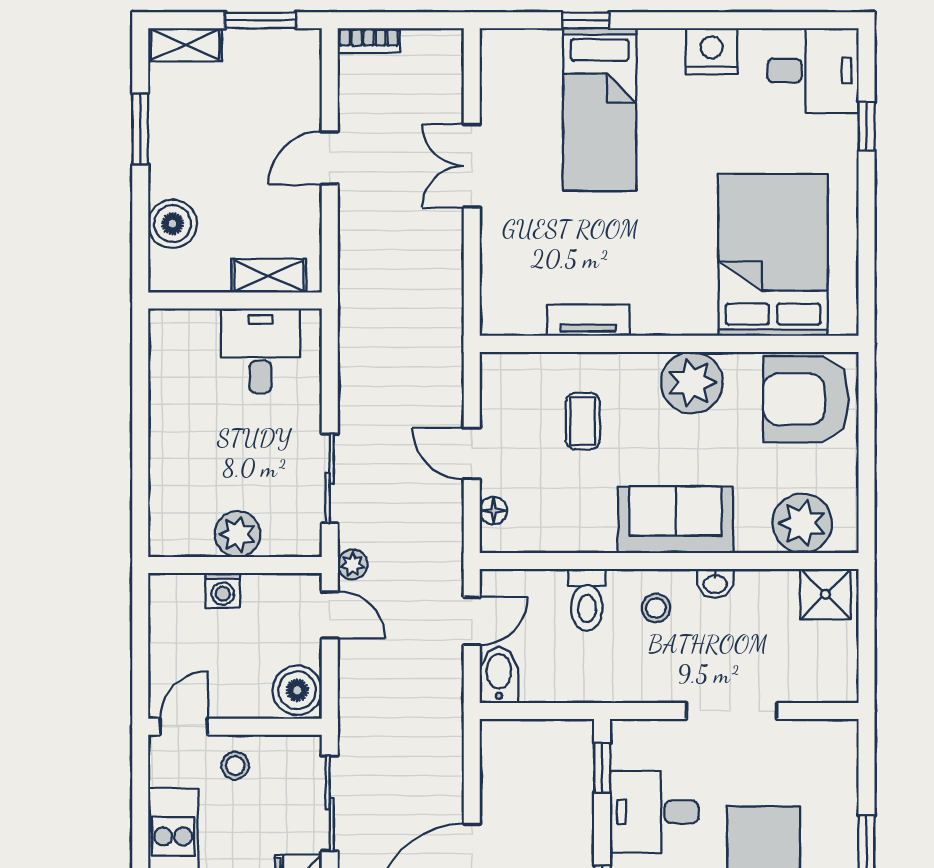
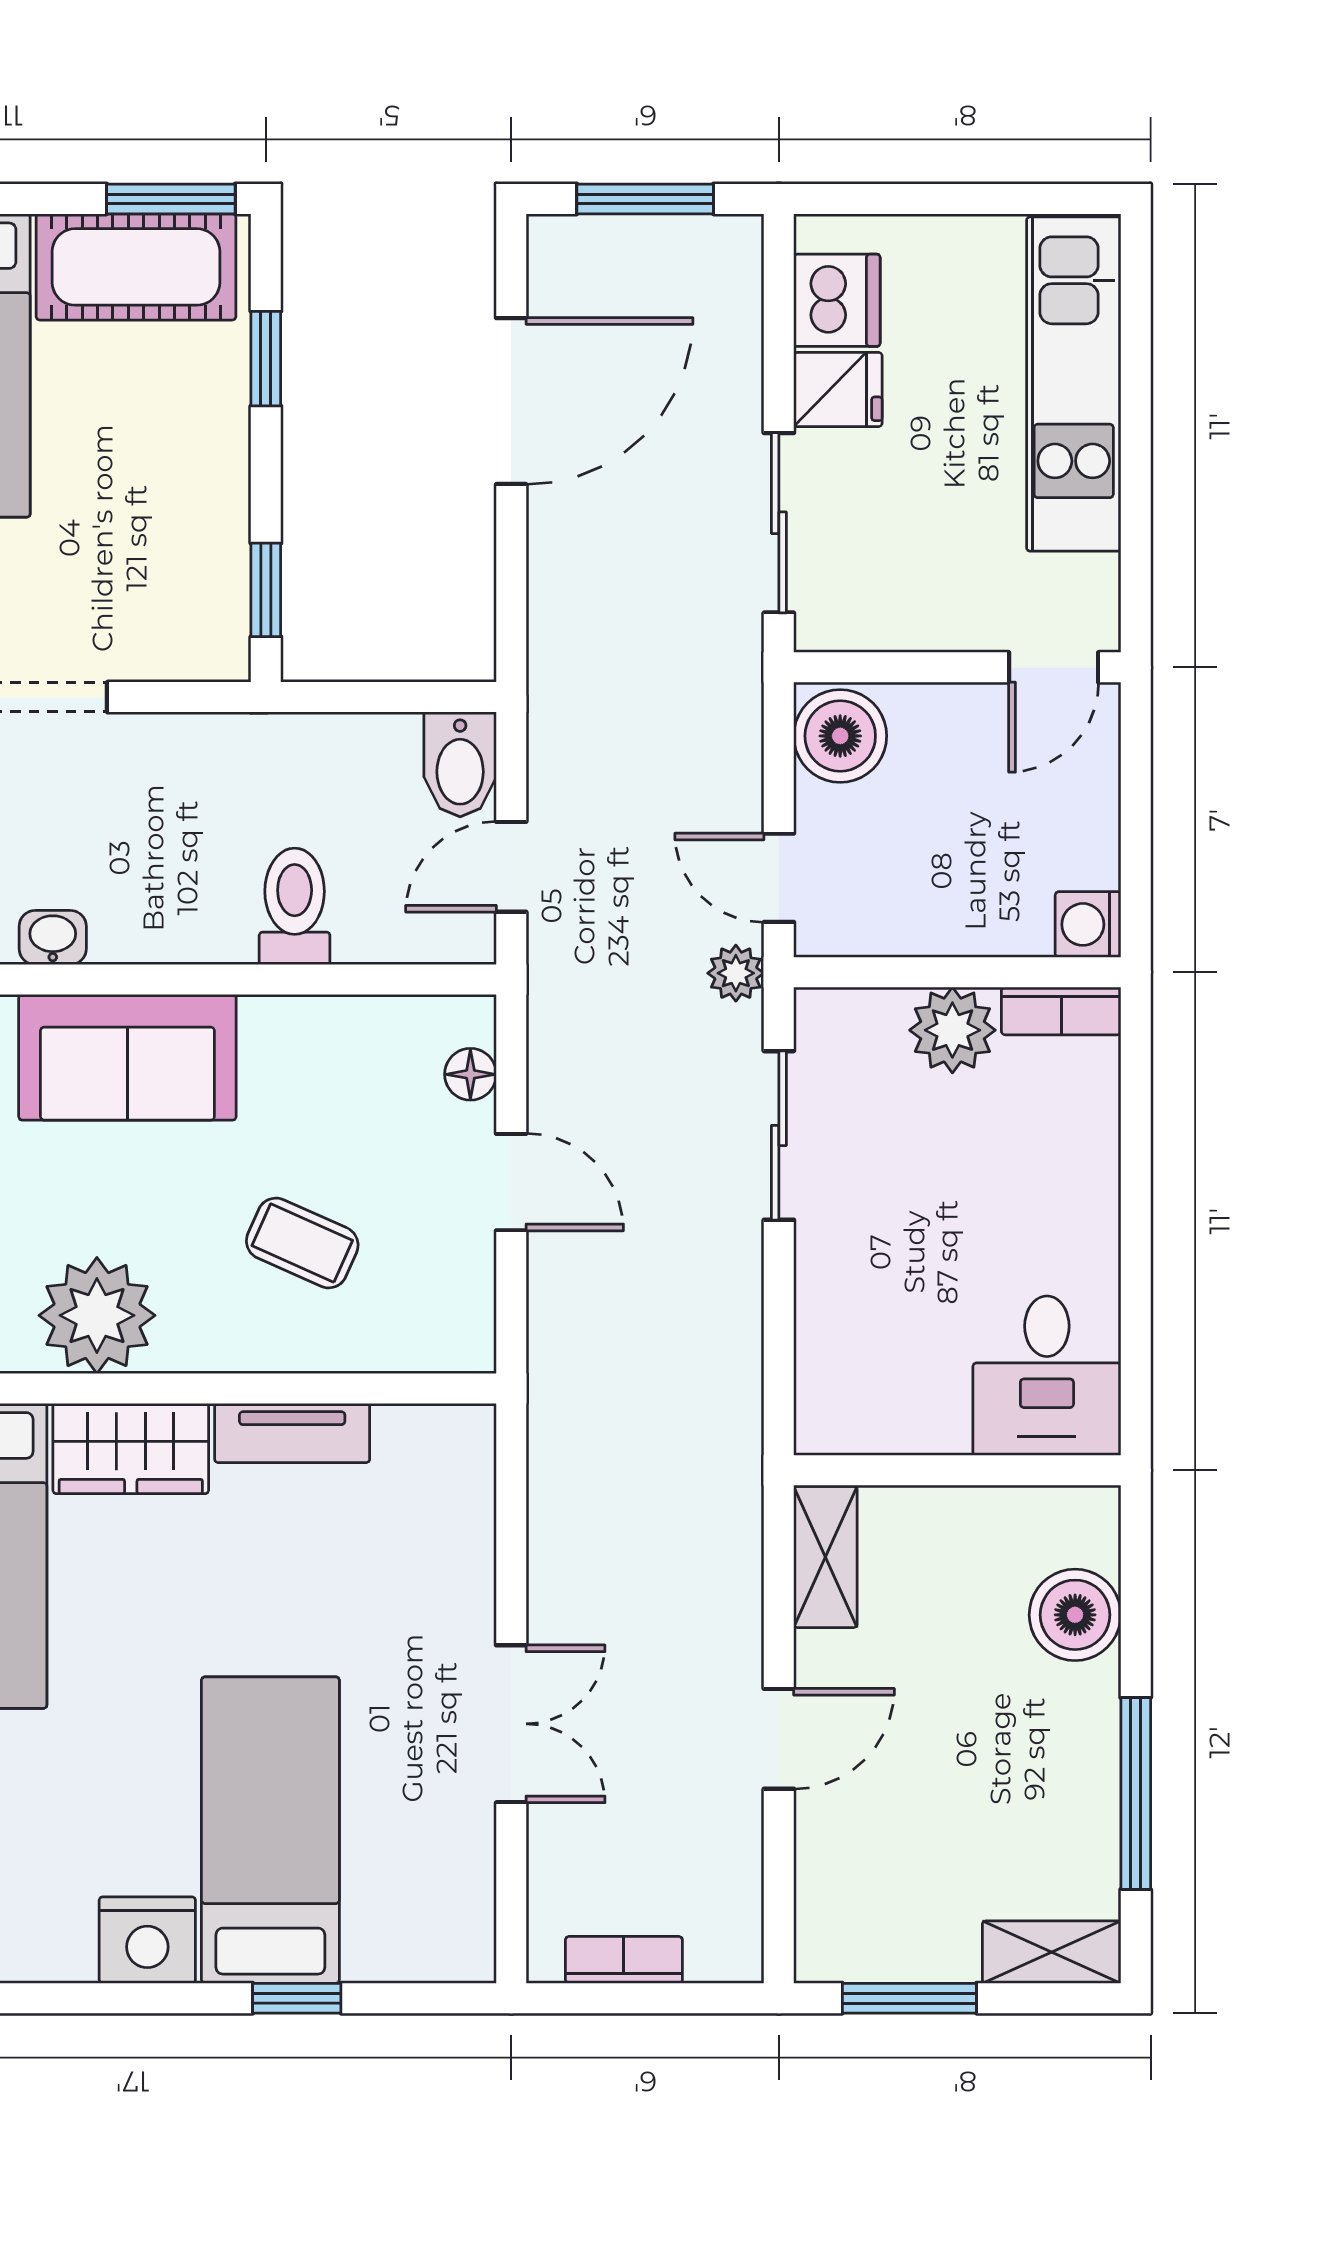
bookcase: (369, 41) -> (624, 1960), moved
nightstand: (712, 51) -> (147, 1940), moved
window: (140, 129) -> (1136, 1793), width x1.44
shelving: (269, 276) -> (825, 1557), moved, turned 90
wardrobe: (674, 312) -> (131, 1449), added
desk: (261, 351) -> (1047, 1376), moved
coffee table: (583, 421) -> (302, 1243), turned -66
bookcase: (180, 544) -> (1061, 1011), added
washing machine: (223, 590) -> (1088, 924), moved, turned -90
stool: (656, 608) -> (165, 891), removed
stool: (235, 766) -> (957, 594), removed
desk: (654, 812) -> (168, 507), removed

